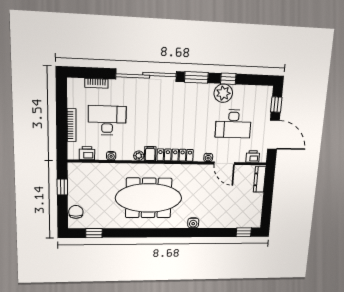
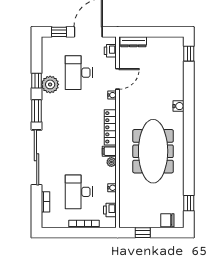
desk: (233, 124) -> (79, 73), turned 180

